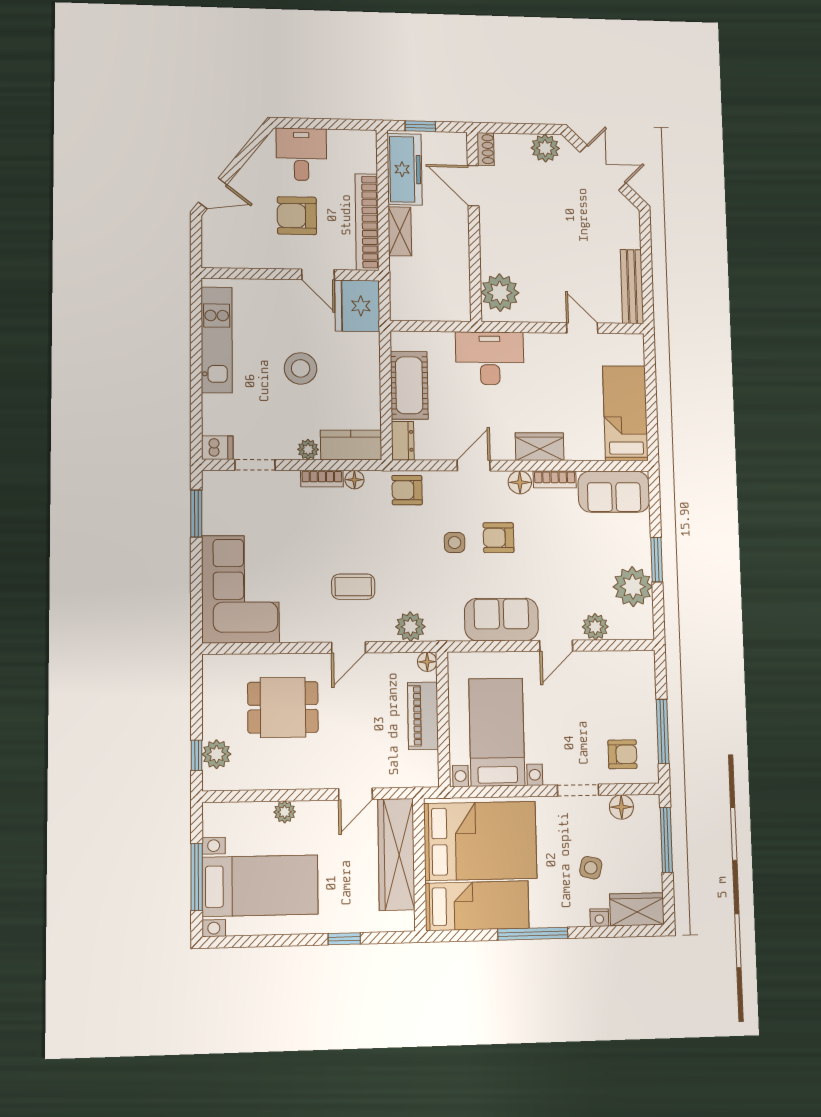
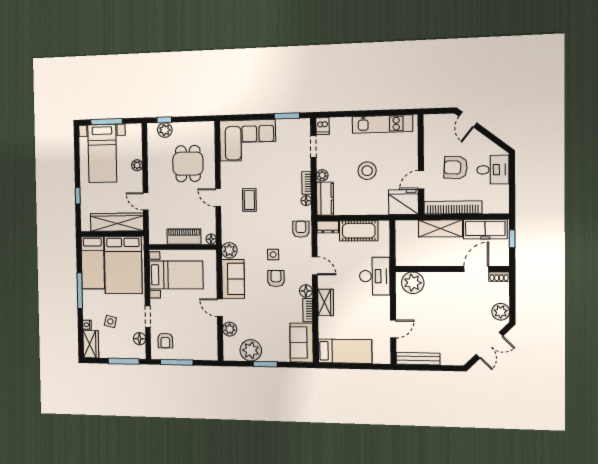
armchair: (297, 216) -> (456, 168), turned -87
shelving: (400, 231) -> (440, 228), width x1.50, depth x1.33
plant: (410, 627) -> (229, 250), moved

